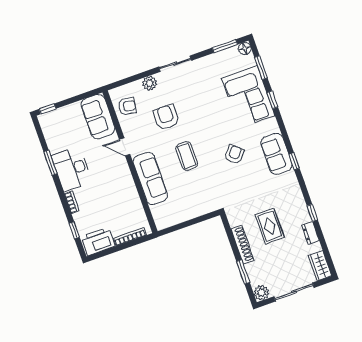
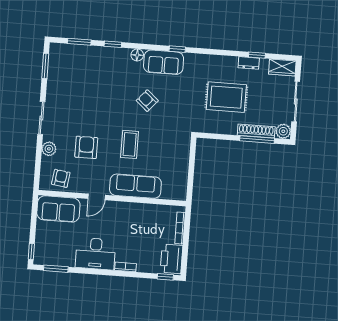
floor lamp: (245, 48) -> (137, 55), moved
corner sofa: (248, 97) -> (101, 65), removed
armchair: (166, 117) -> (86, 147), turned 90
coffee table: (187, 156) -> (130, 144), turned 90
window: (50, 163) -> (56, 269), moved
window: (312, 213) -> (257, 55), moved
rug: (270, 226) -> (226, 97), width x1.36, depth x1.43
window: (74, 230) -> (165, 277), moved
shoe rack: (242, 245) -> (256, 131), moved
window: (243, 272) -> (257, 140), width x1.44

